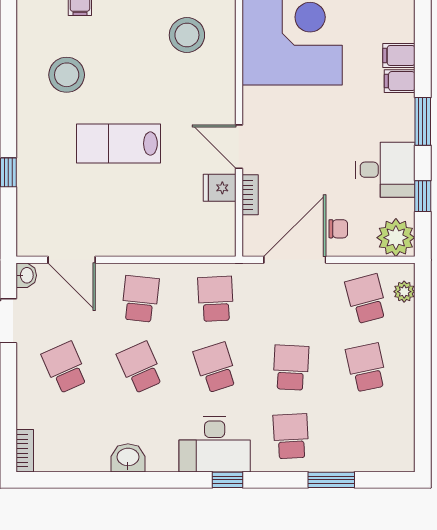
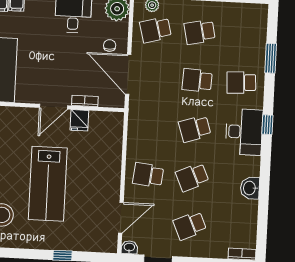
lab bench: (119, 144) -> (48, 184), width x1.36, depth x1.39
school desk: (216, 299) -> (151, 127), removed

